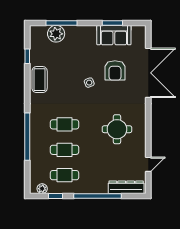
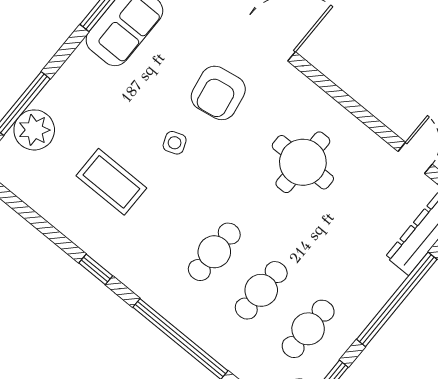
window: (27, 56) -> (96, 269), moved
armchair: (115, 70) -> (218, 93), moved, turned 80
coffee table: (40, 80) -> (111, 182), moved

